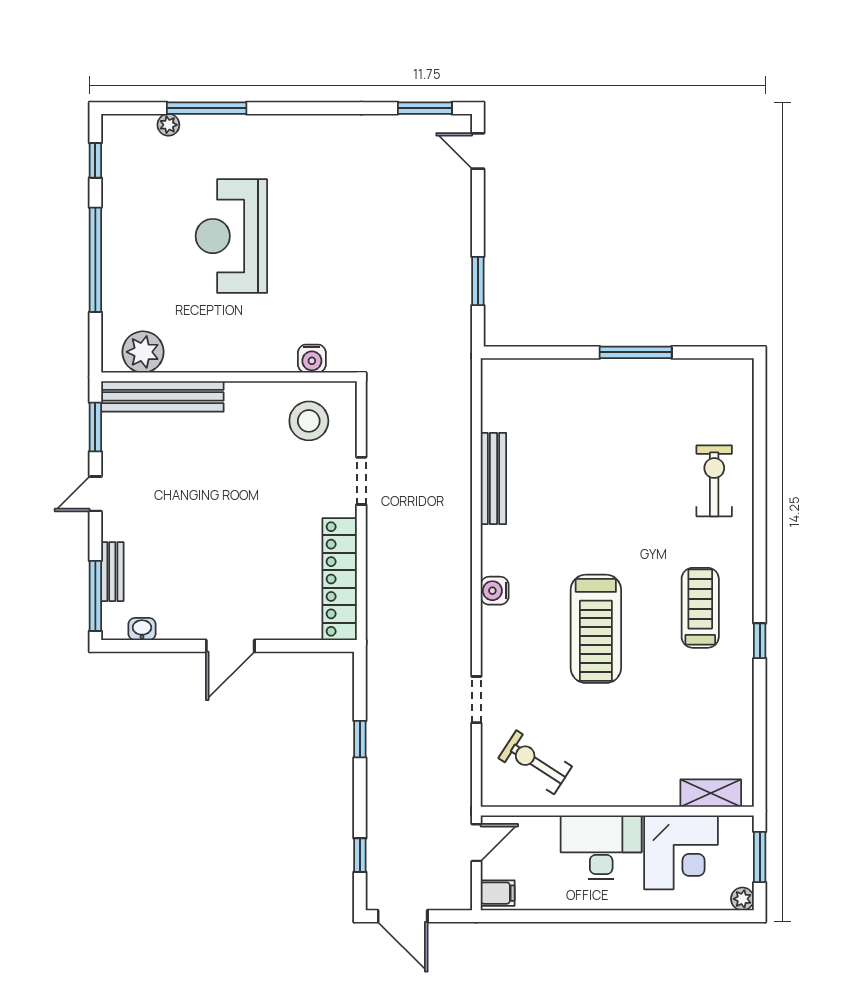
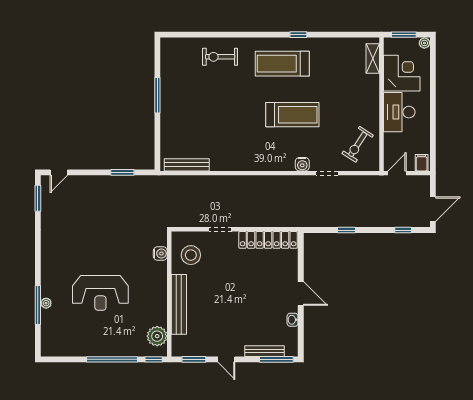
plant: (168, 125) -> (46, 303), moved
window: (95, 160) -> (154, 359), moved
bench: (162, 396) -> (179, 304), moved
bench: (493, 479) -> (187, 165), moved
bench: (112, 572) -> (264, 351), width x1.36
water cooler: (495, 591) -> (302, 164), moved
treadmill: (700, 608) -> (282, 64), width x1.37, depth x1.38
washbasin: (142, 629) -> (293, 320), moved
door: (476, 843) -> (397, 173), hinge flipped

